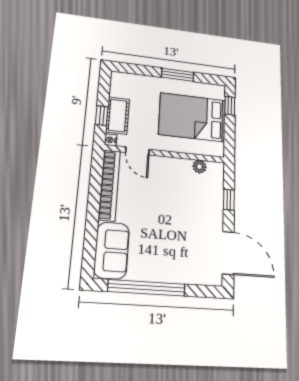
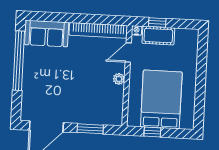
window: (178, 75) -> (200, 87), removed
window: (230, 106) -> (152, 132), moved
plant: (200, 167) -> (119, 79), moved
window: (229, 200) -> (90, 129), width x1.50

